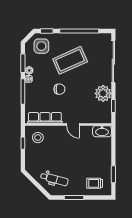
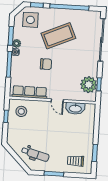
plant: (103, 93) -> (89, 85), moved
washbasin: (102, 131) -> (75, 108), moved

